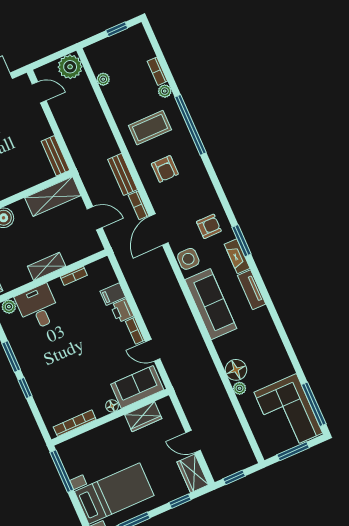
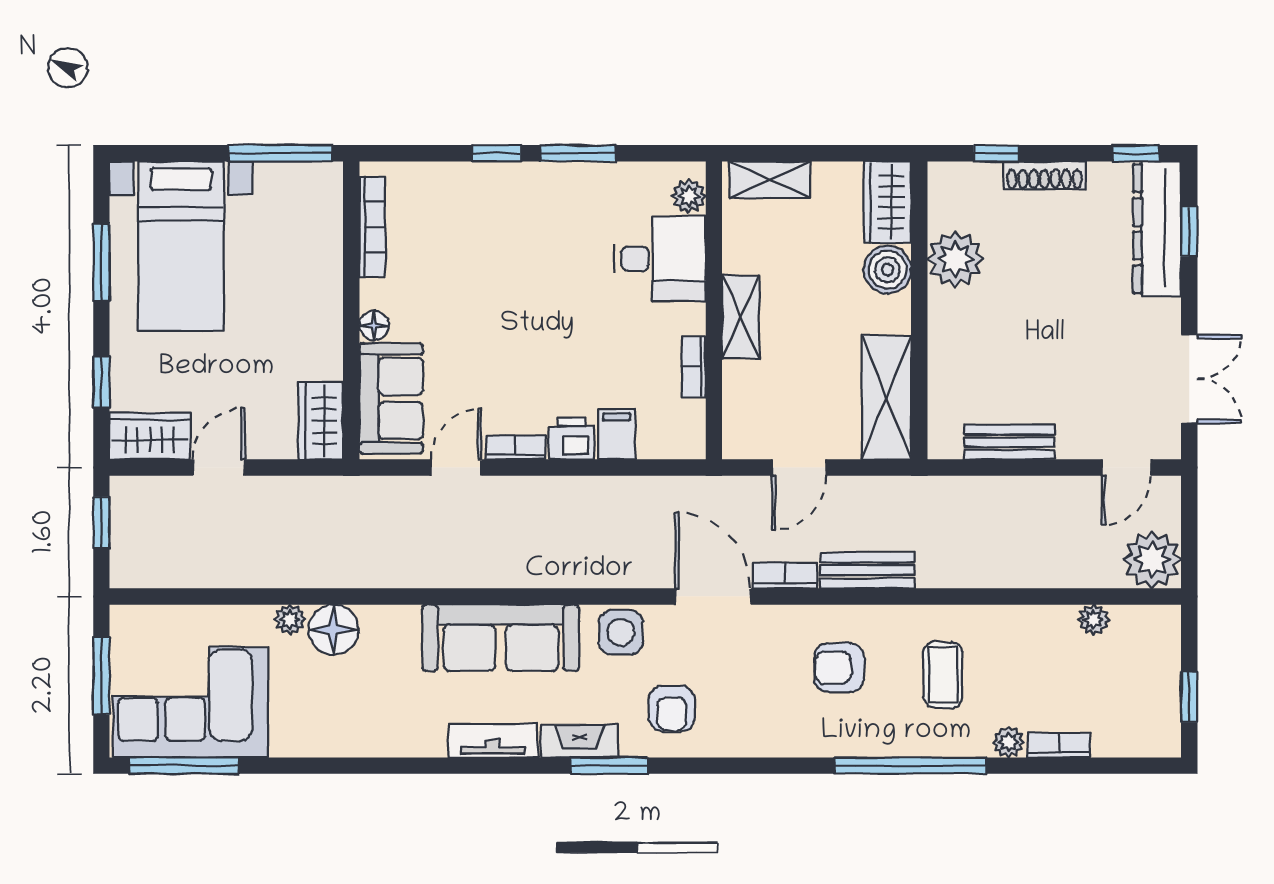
coffee table: (150, 128) -> (943, 675), width x0.73, depth x0.77
bench: (55, 156) -> (1010, 442), moved
wardrobe: (143, 417) -> (321, 421), moved

